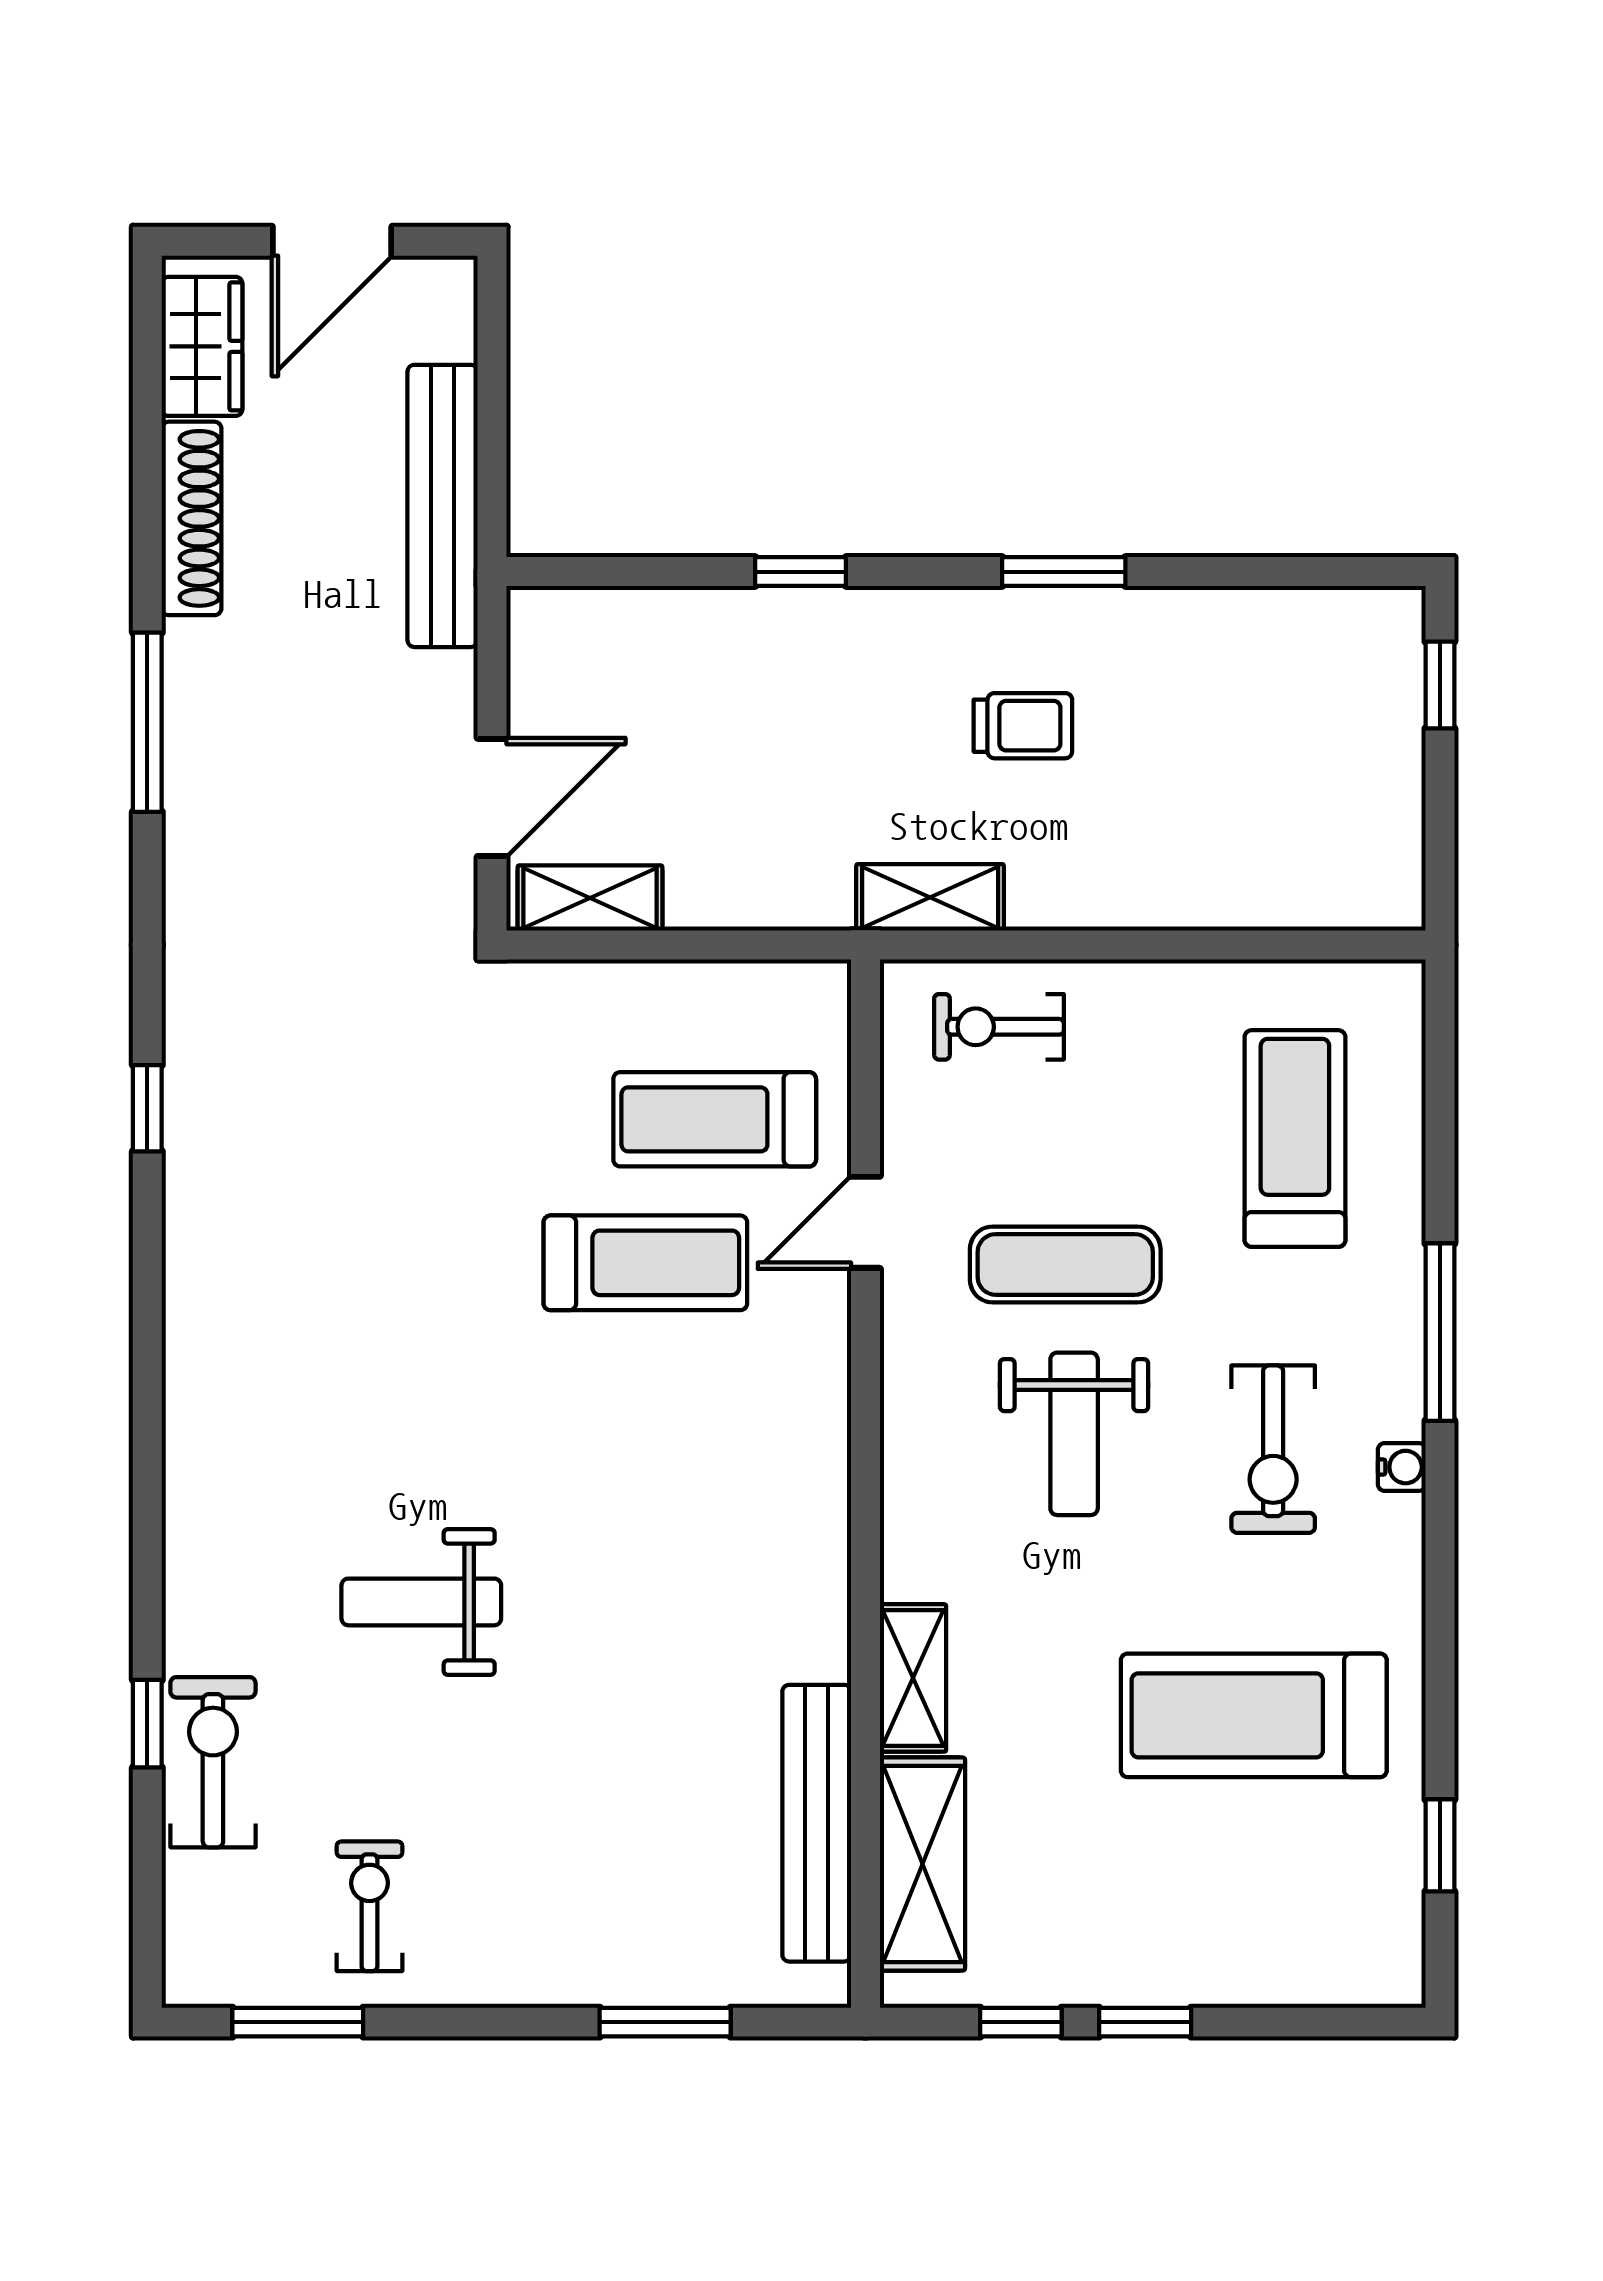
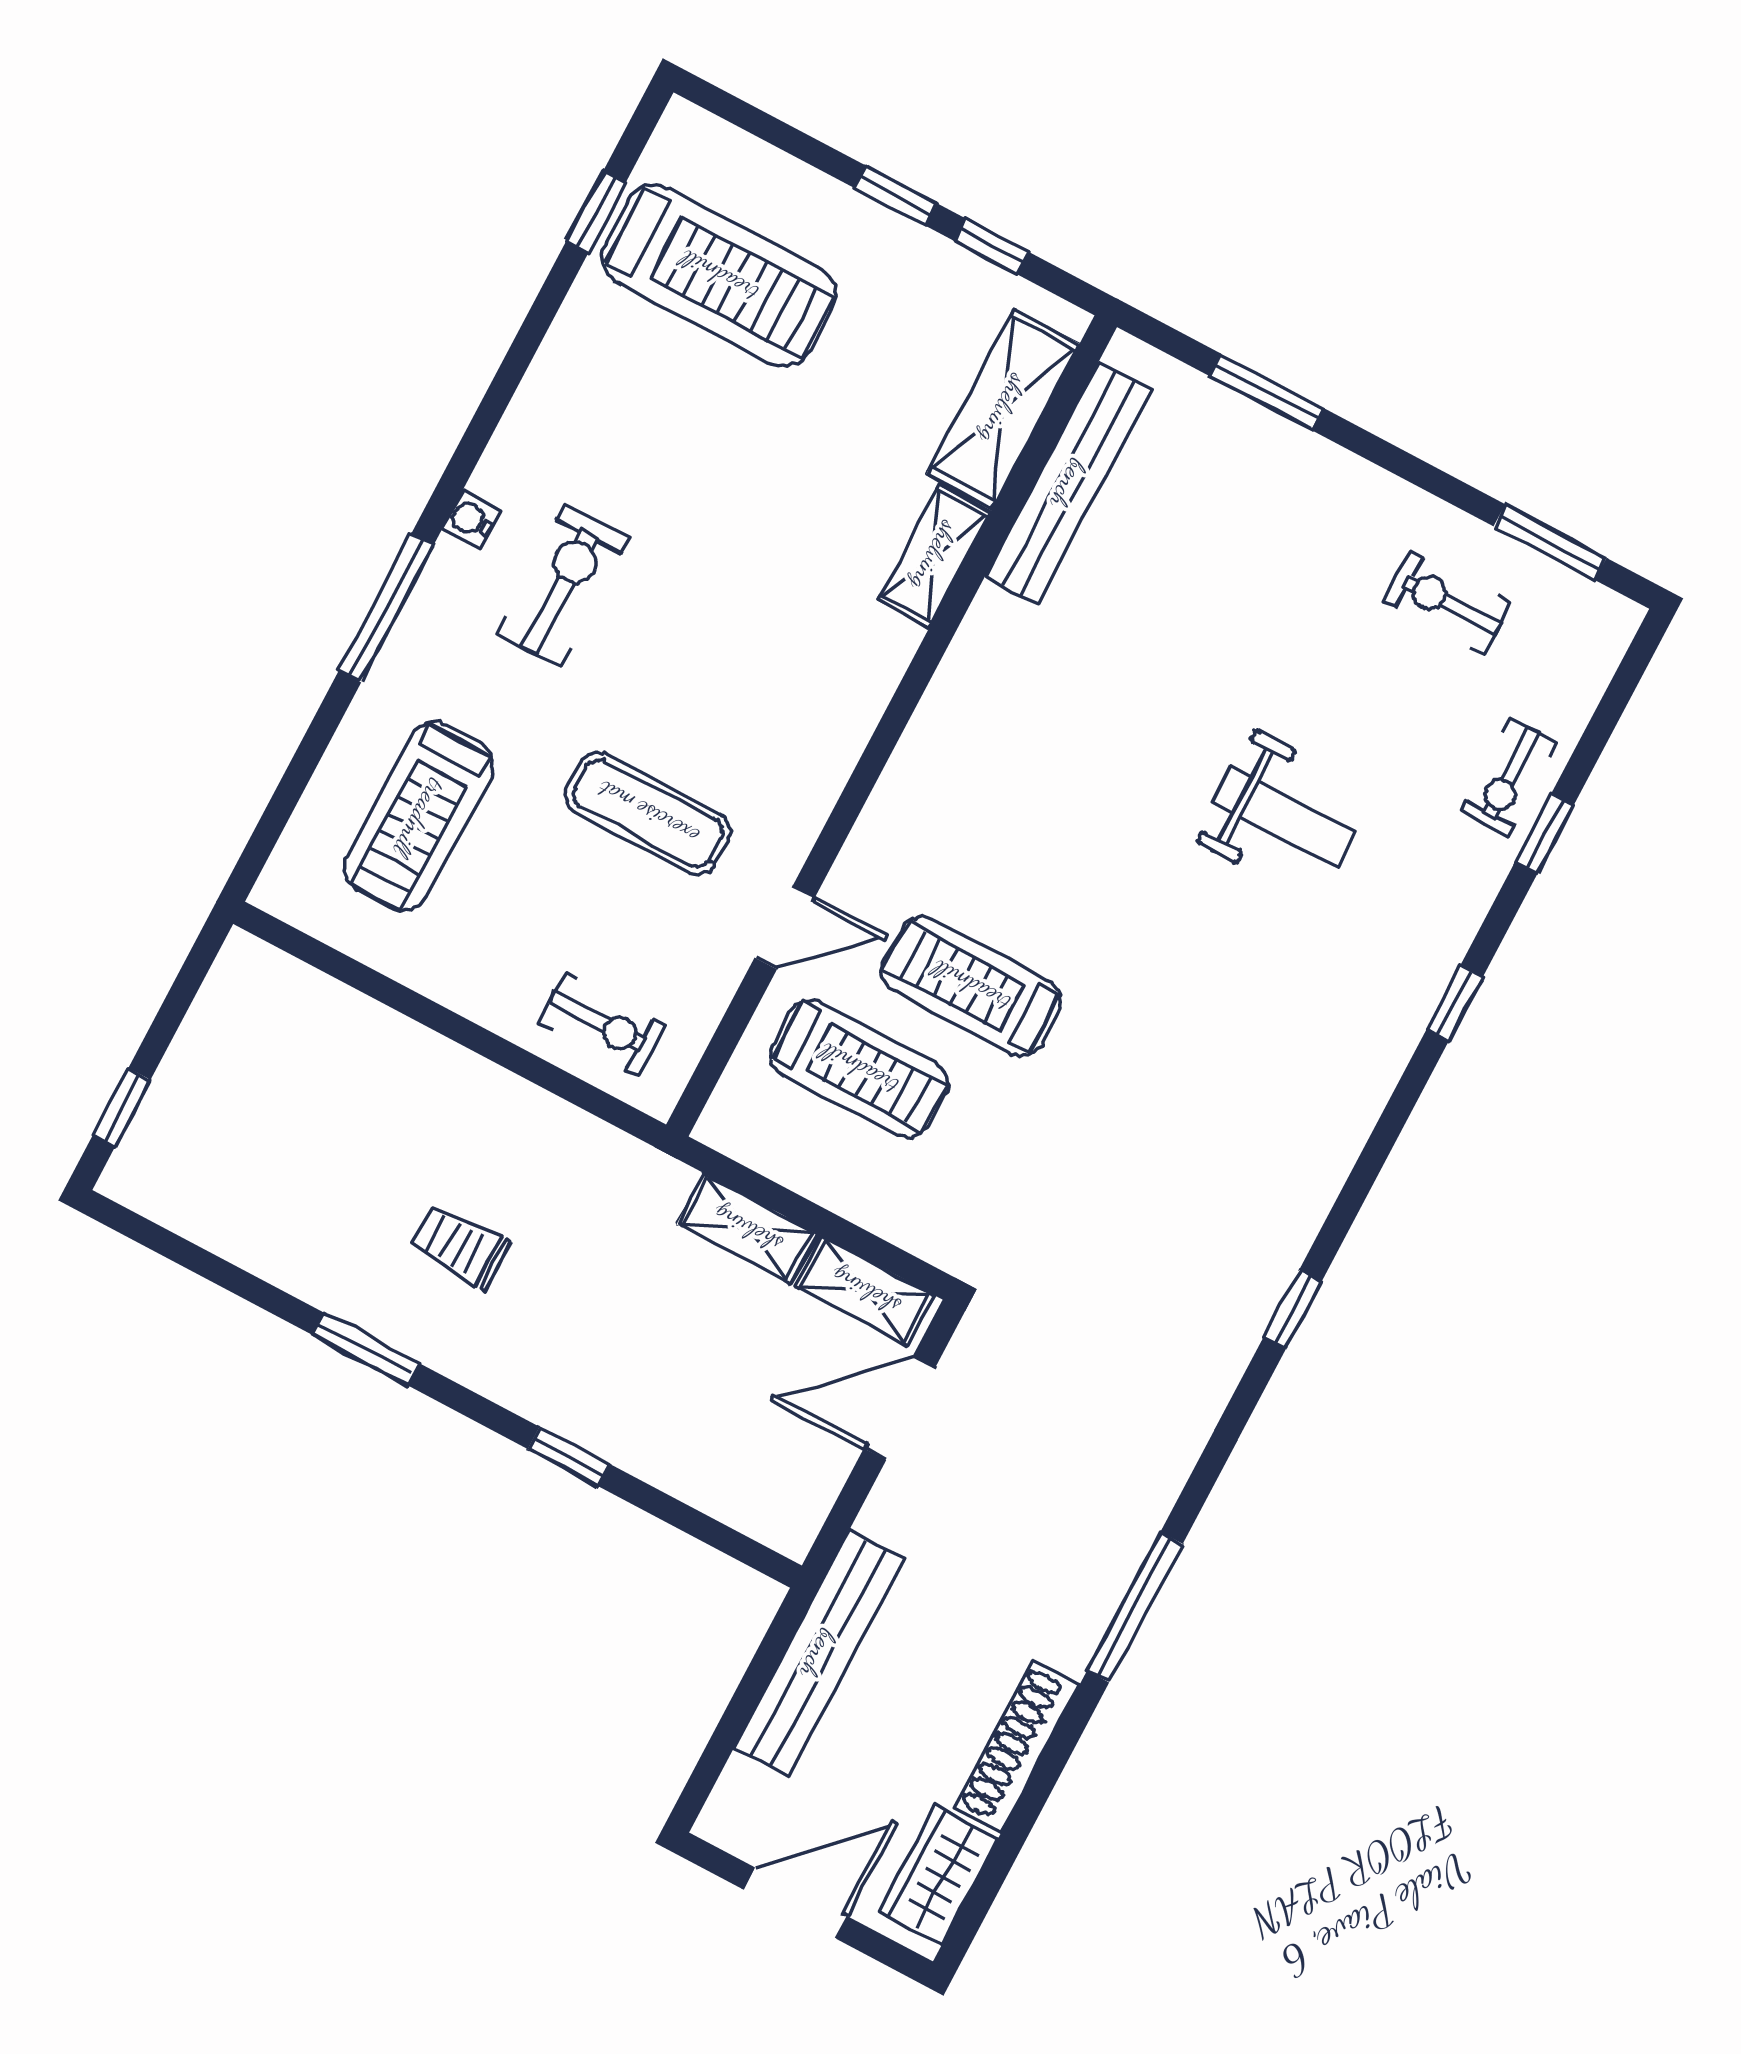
shelving: (930, 897) -> (747, 1229), moved
weight bench: (1074, 1434) -> (710, 679), removed
window: (147, 1505) -> (1455, 1003), added
treadmill: (1254, 1715) -> (719, 276), moved
exercise bike: (213, 1762) -> (1509, 777), width x0.73, depth x0.72
exercise bike: (369, 1906) -> (1447, 602), turned 90

